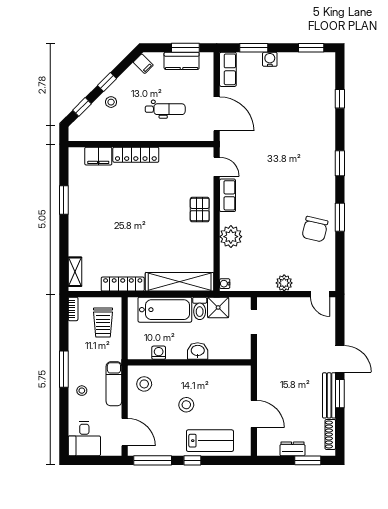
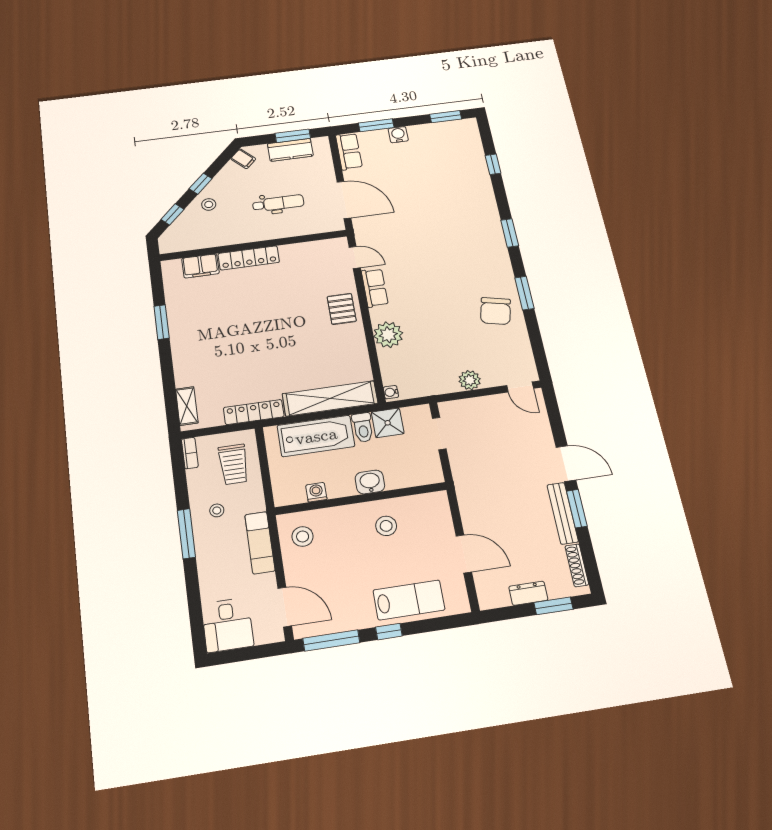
stool: (82, 391) -> (217, 510), moved
stool: (186, 405) -> (386, 526), moved

